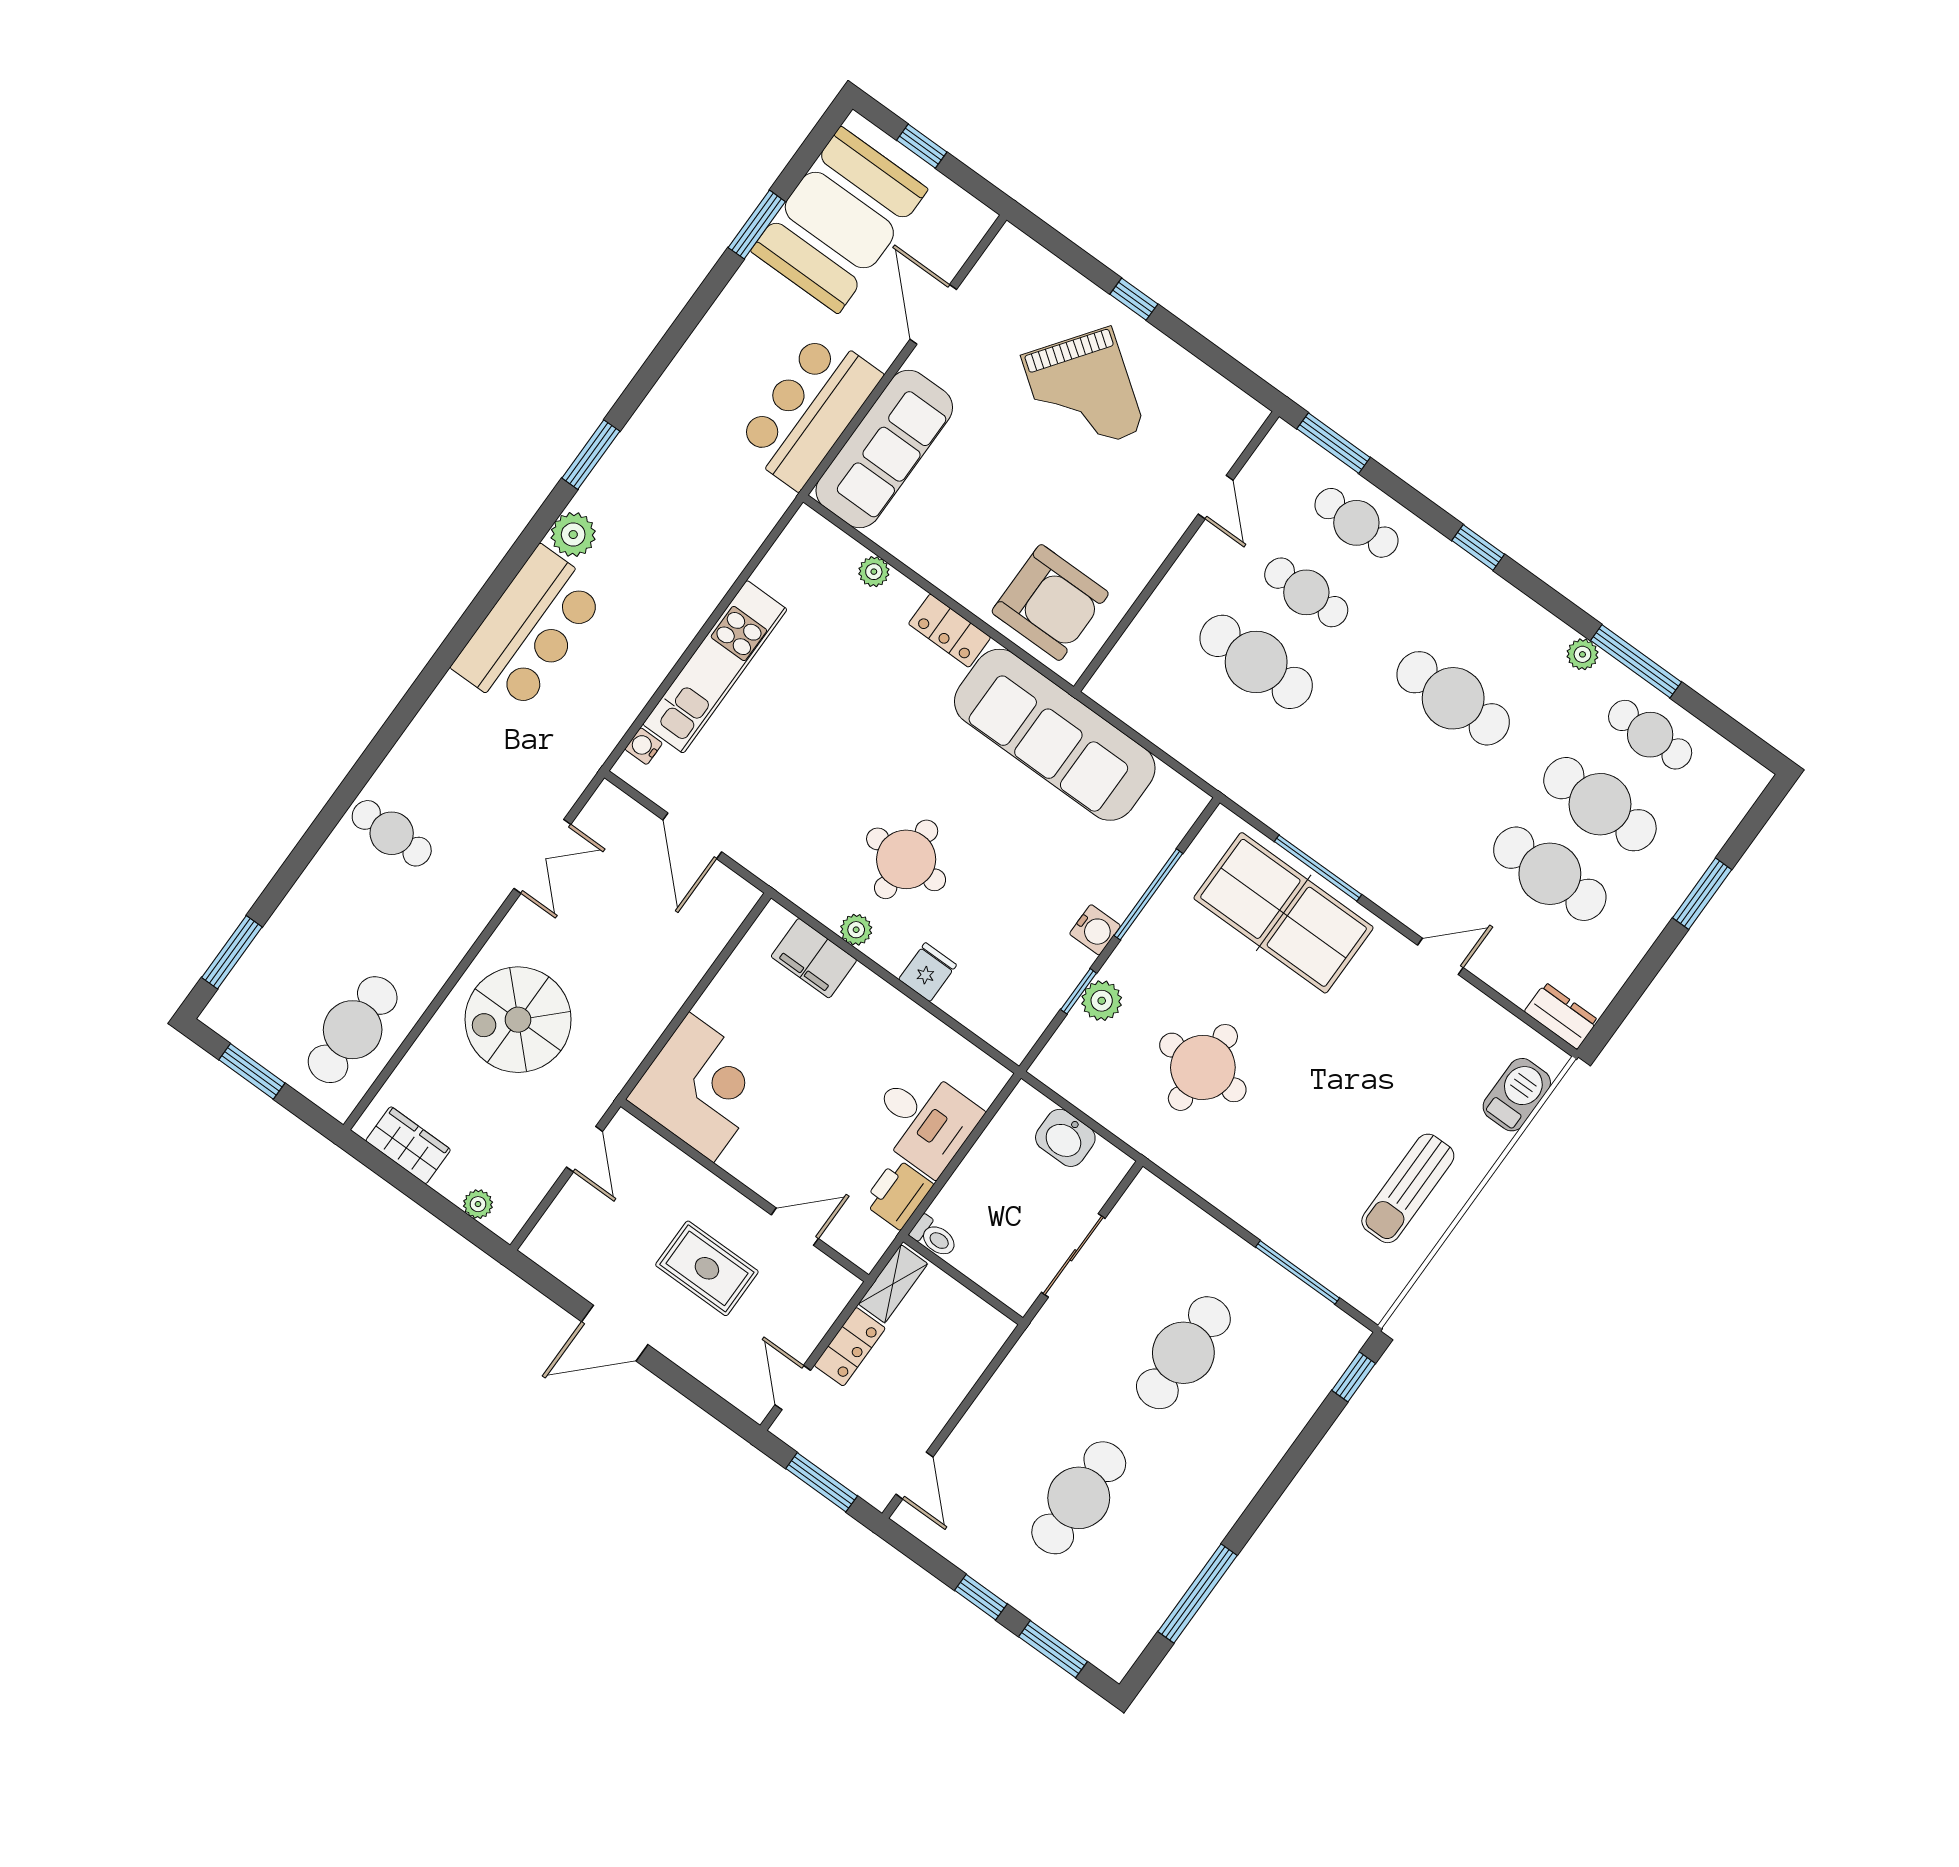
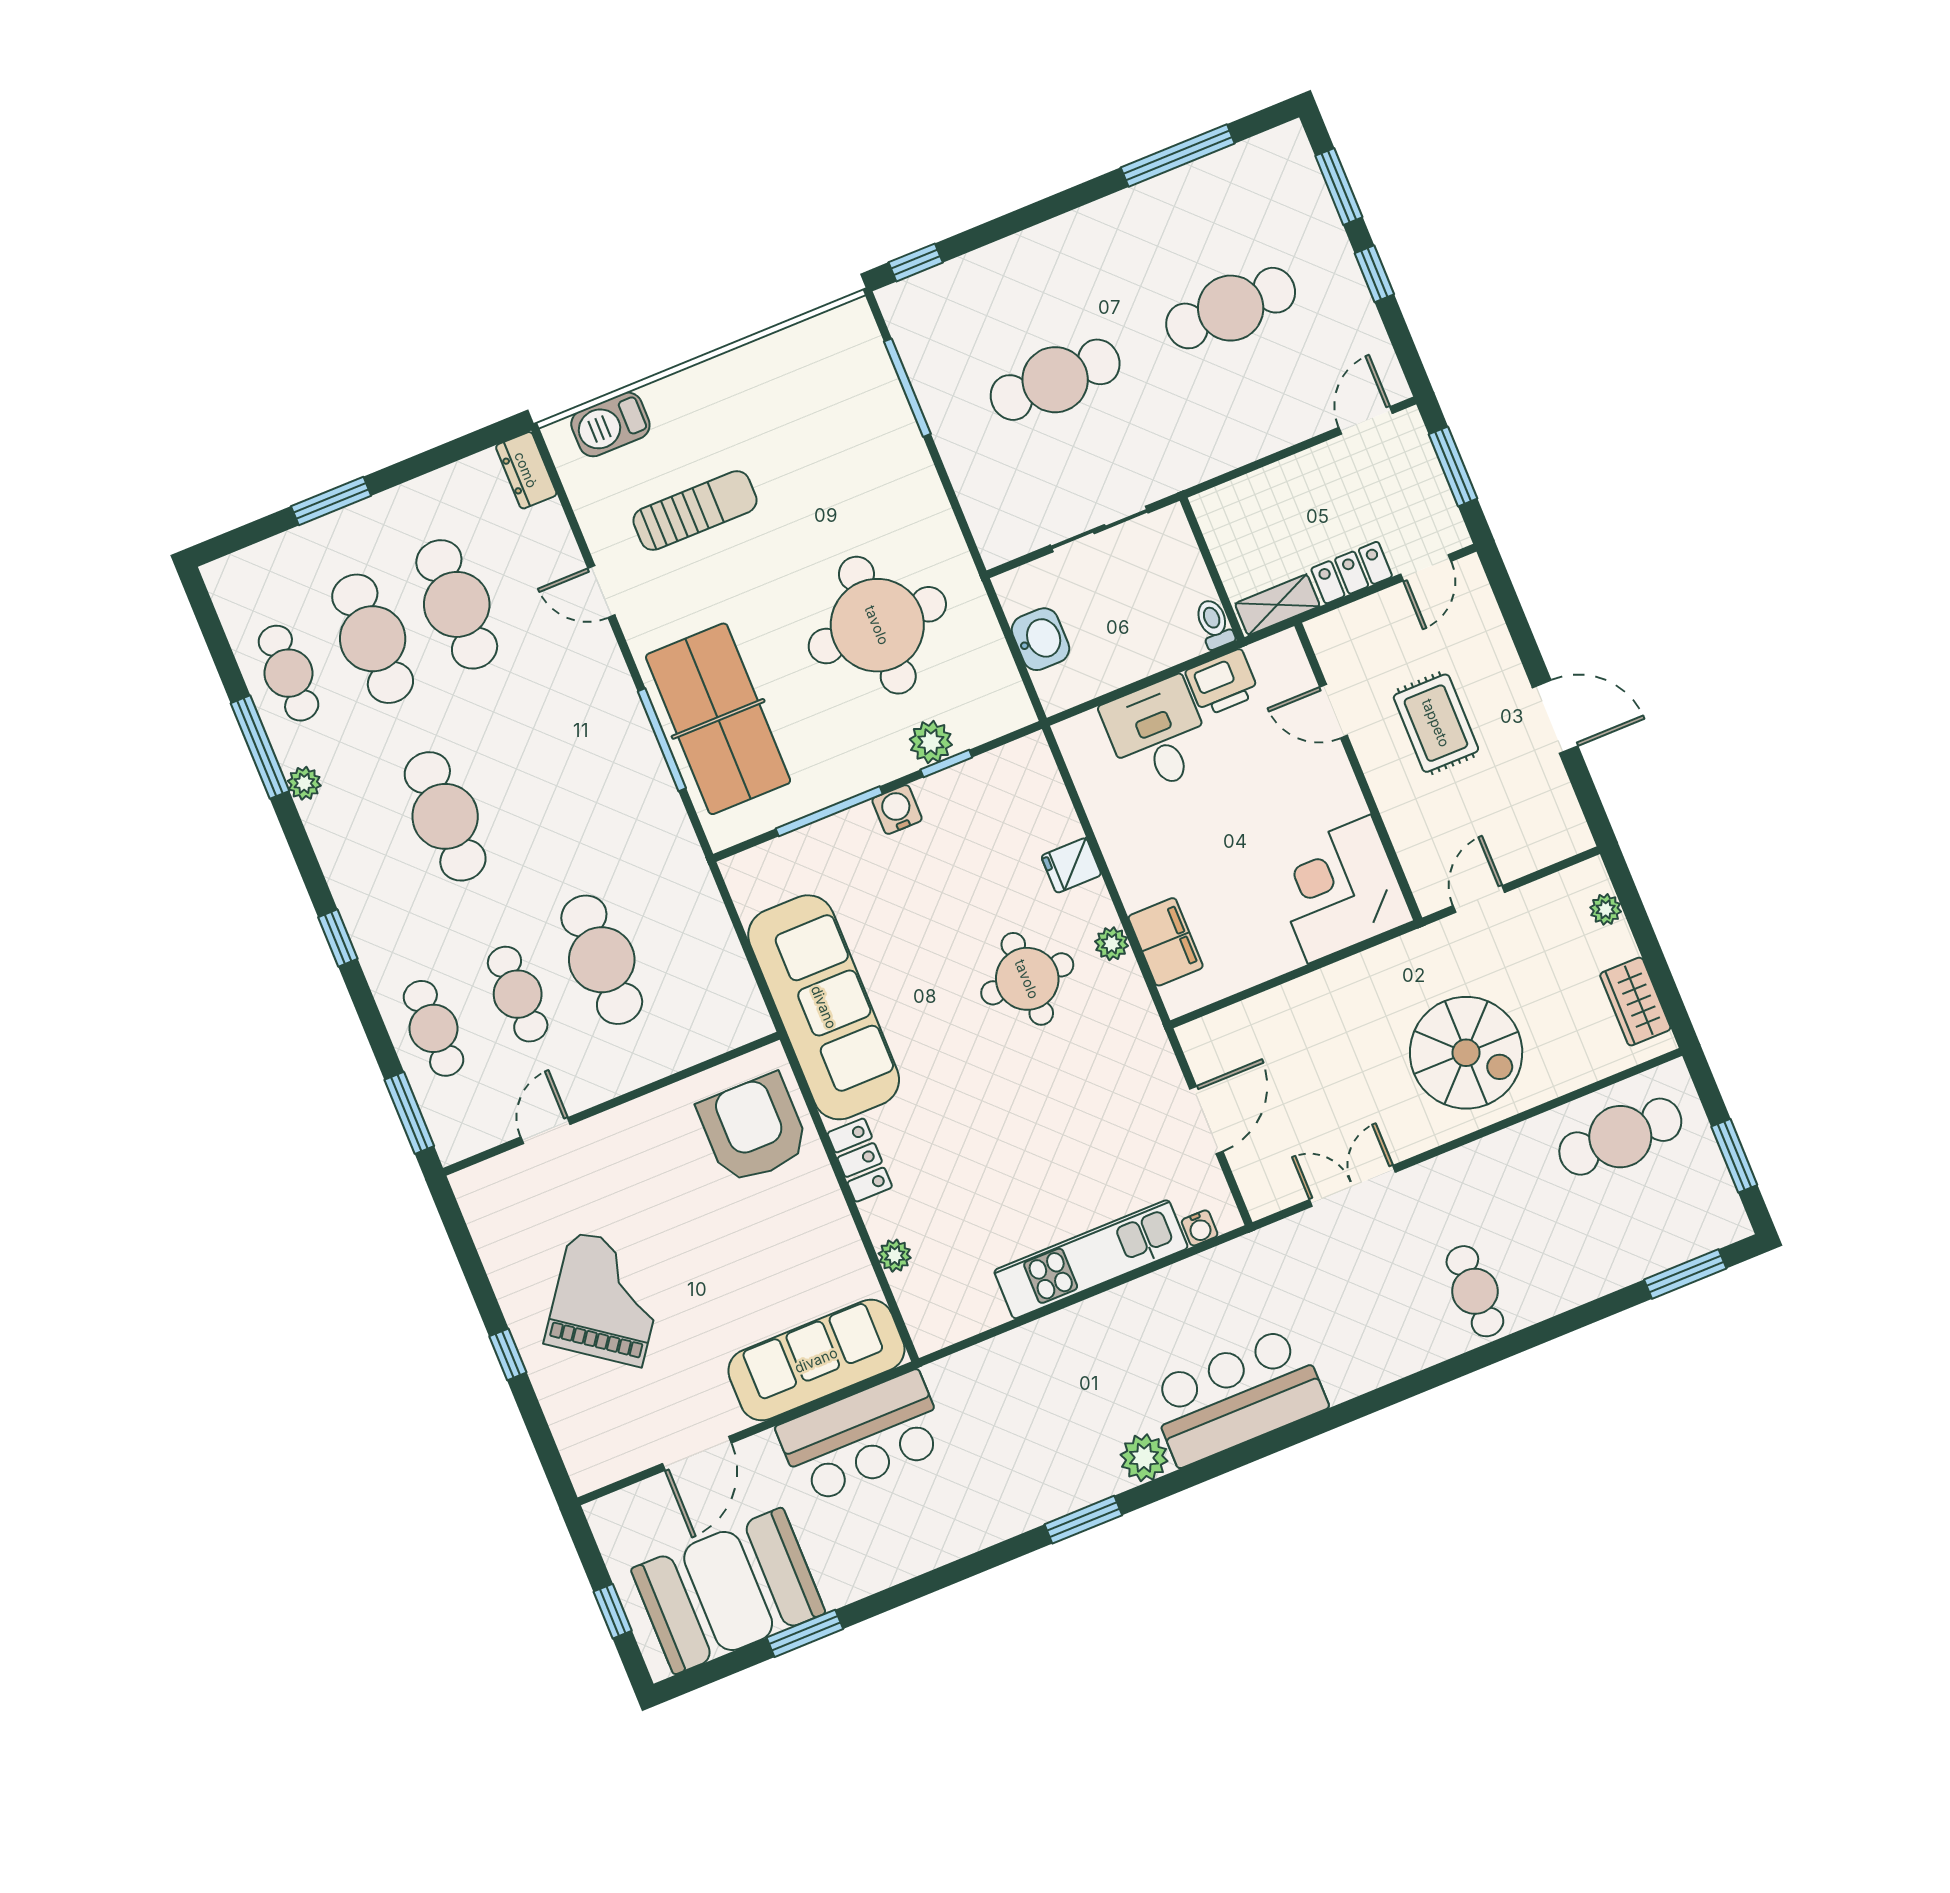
round table: (1203, 1067) -> (877, 625), width x1.36, depth x1.36
sun lounger: (1408, 1188) -> (695, 511), moved

